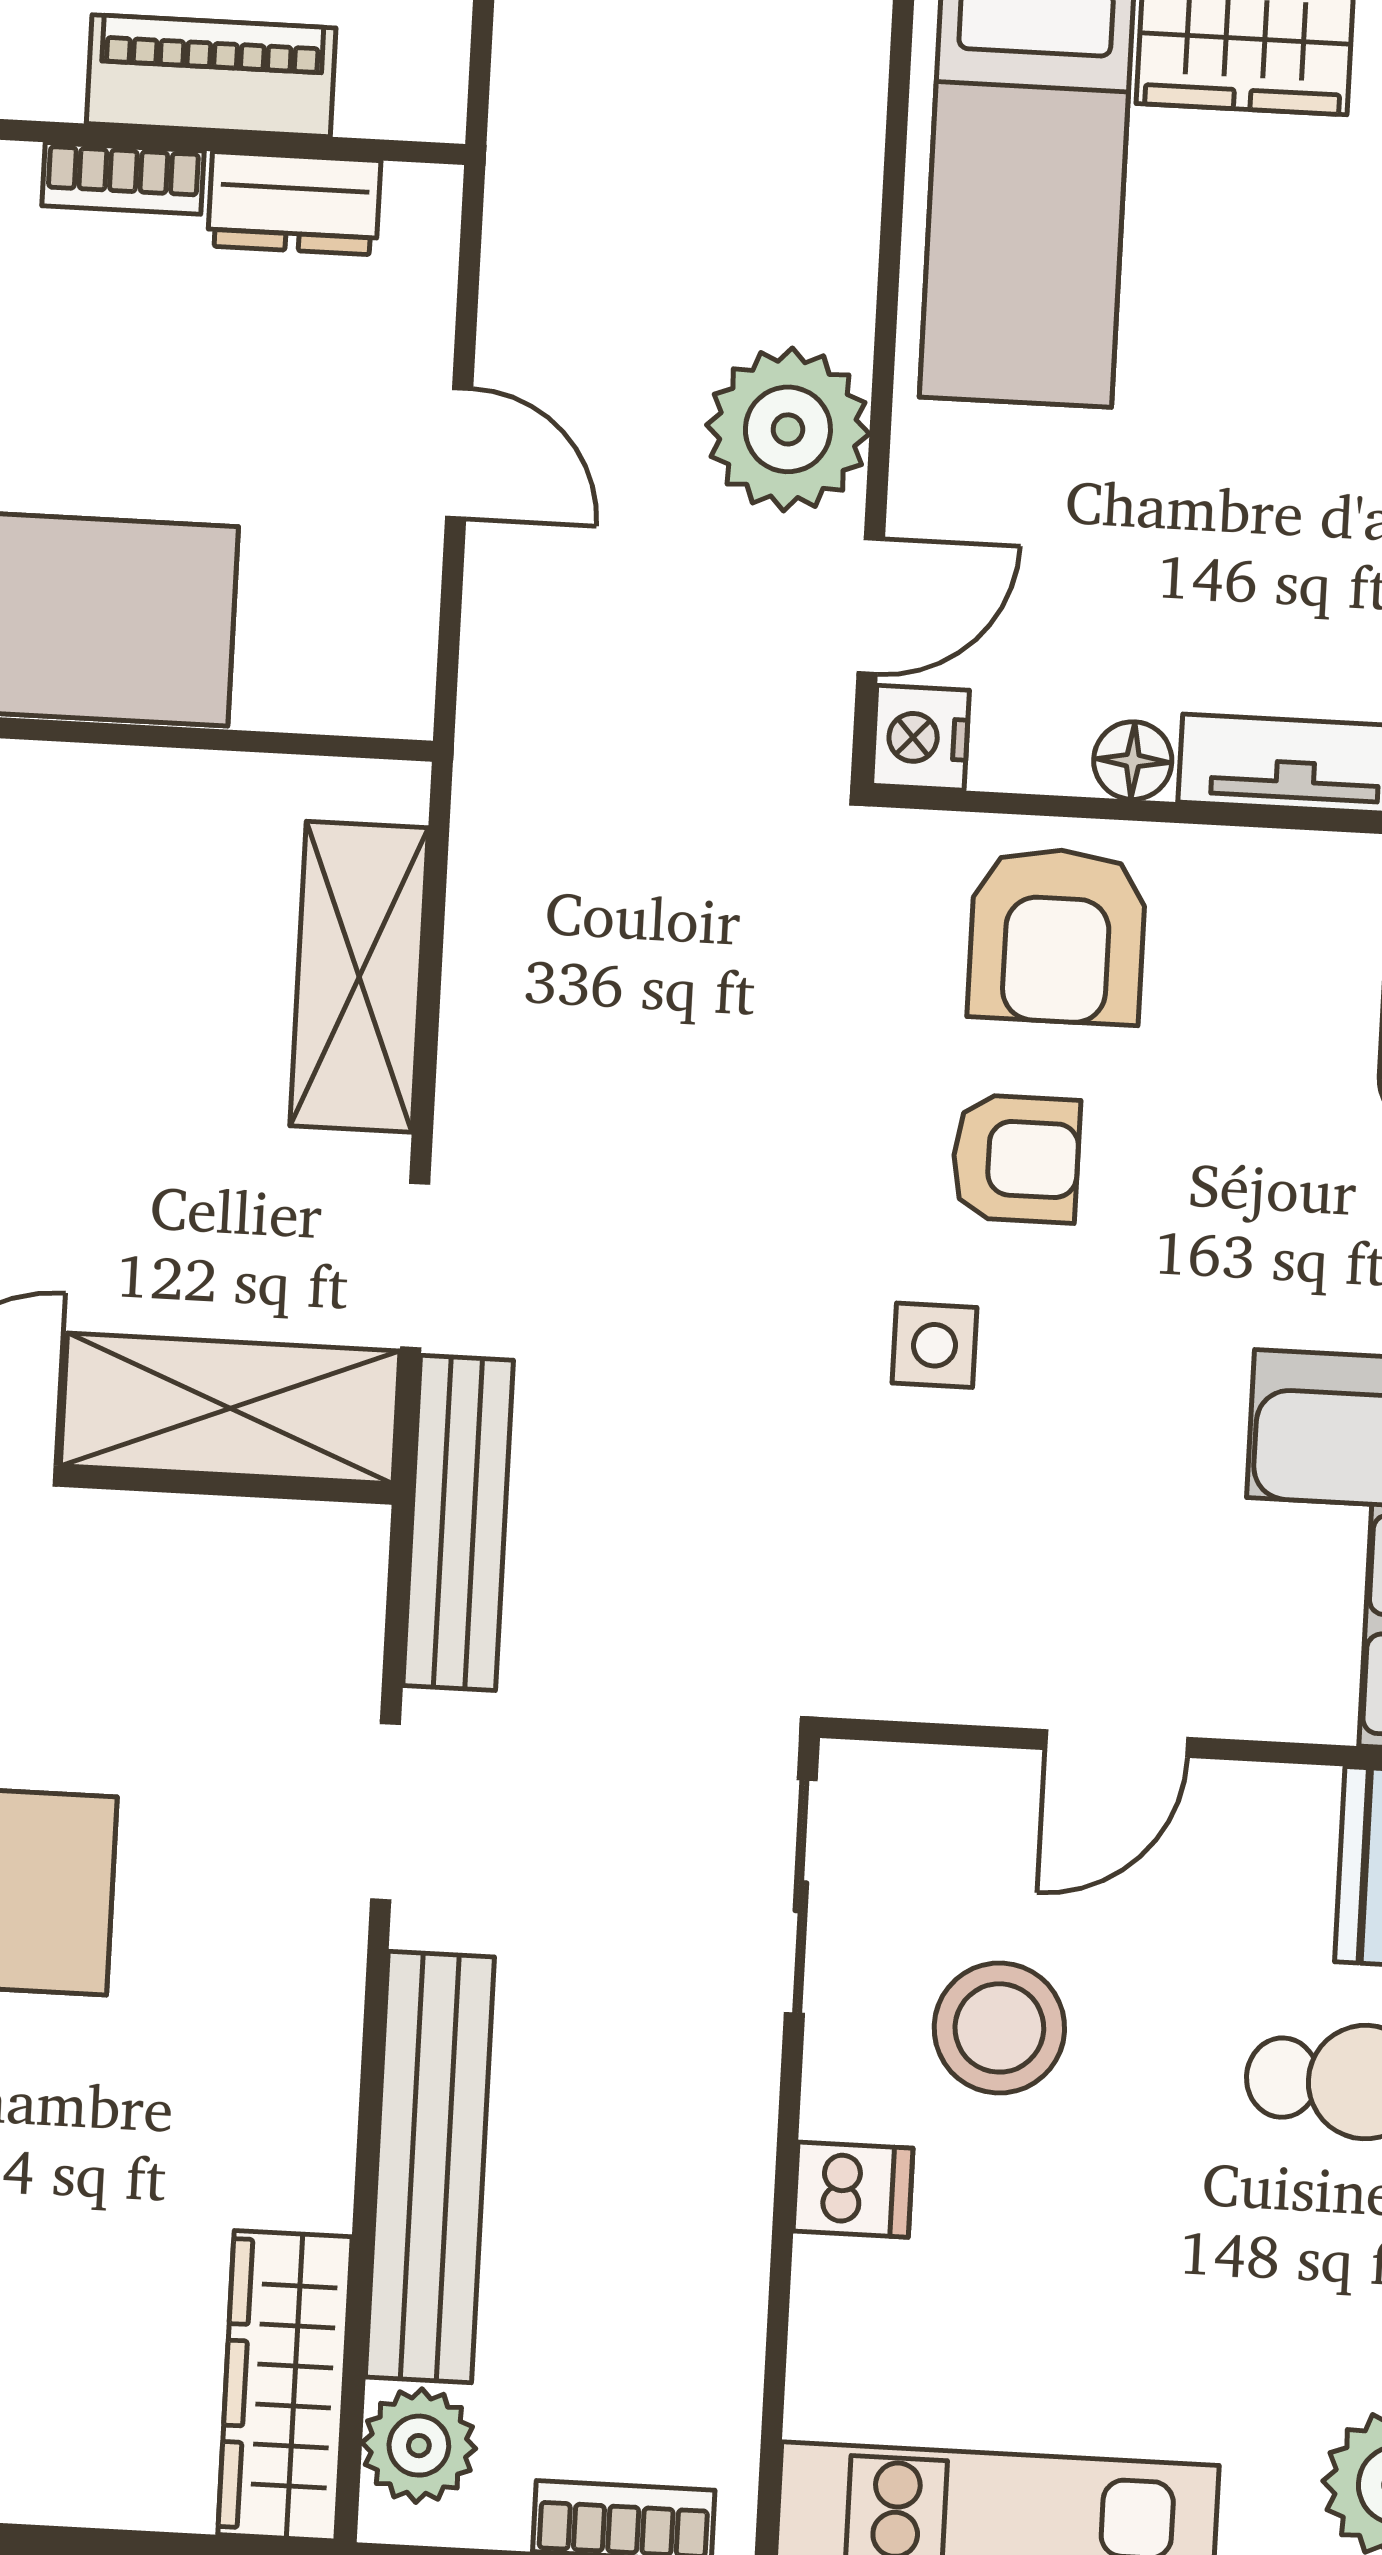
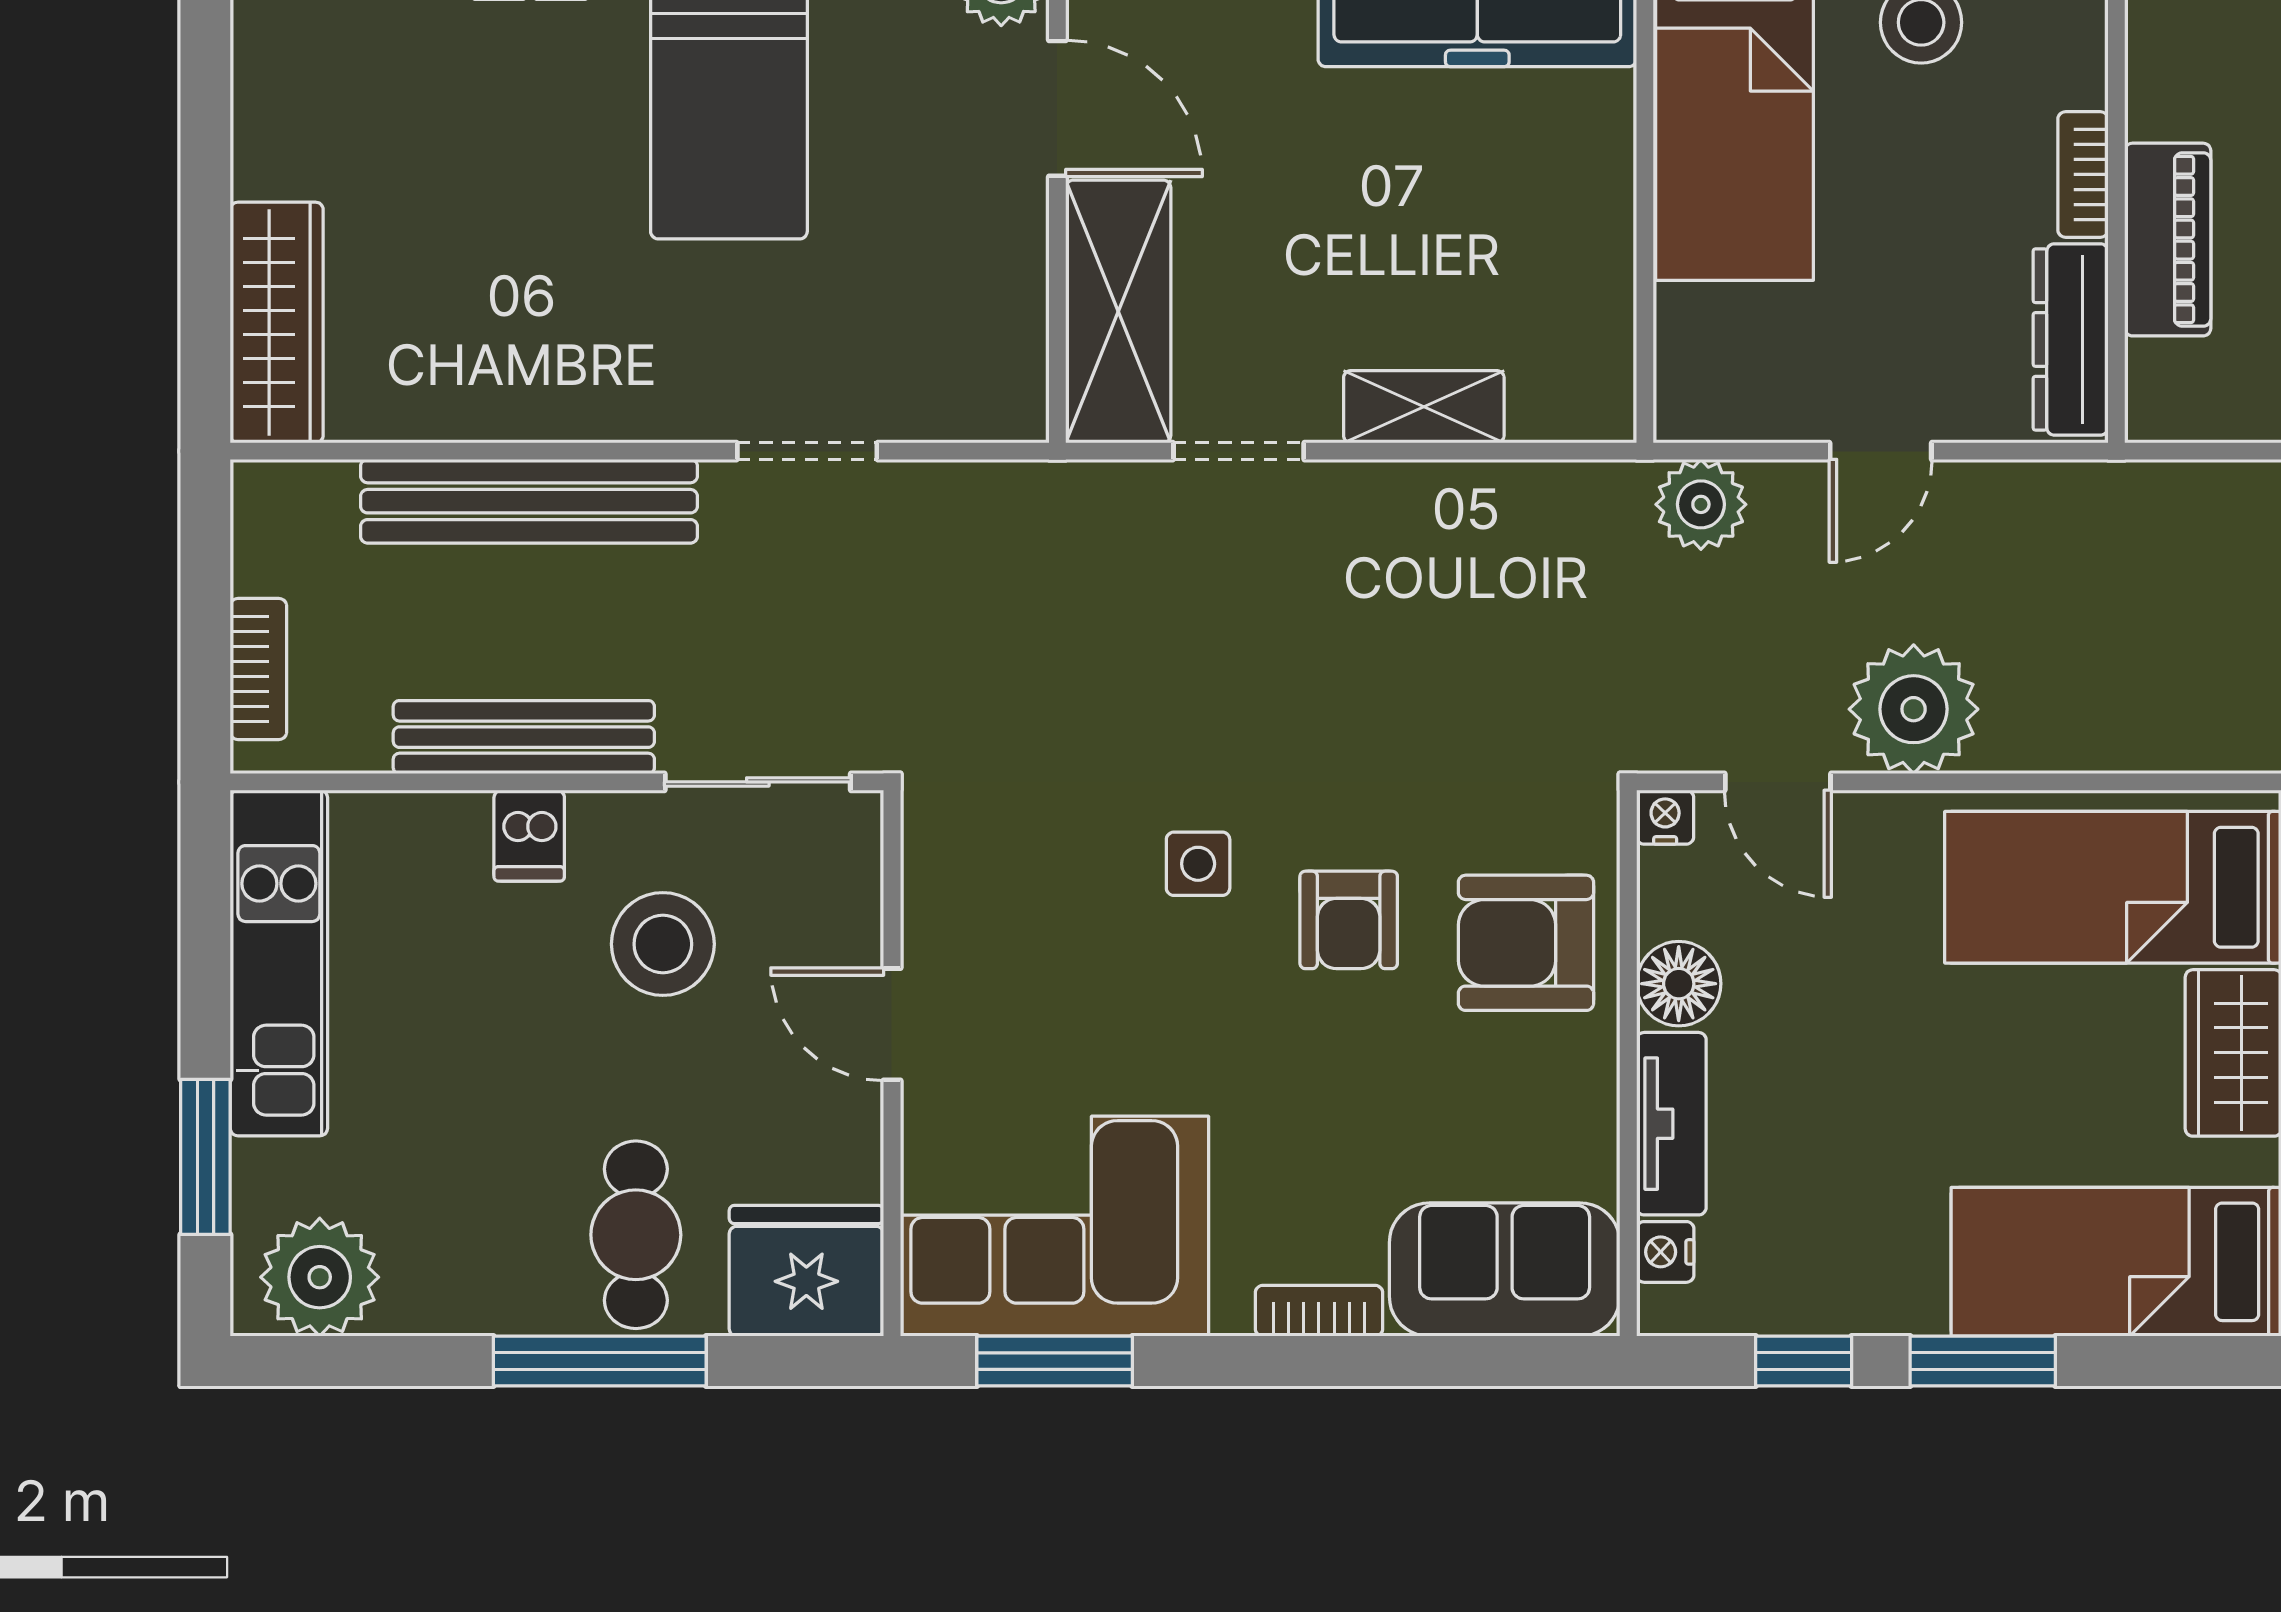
dresser: (294, 203) -> (2071, 339), width x1.44
nightstand: (920, 738) -> (1665, 817), width x0.72, depth x0.74
floor lamp: (1133, 761) -> (1679, 984), width x1.37, depth x1.37
shelving: (359, 977) -> (1424, 407), width x0.67, depth x0.75
bench: (458, 1523) -> (524, 737), moved
wardrobe: (285, 2386) -> (277, 322), moved, turned 90
plant: (419, 2446) -> (1701, 504), moved

